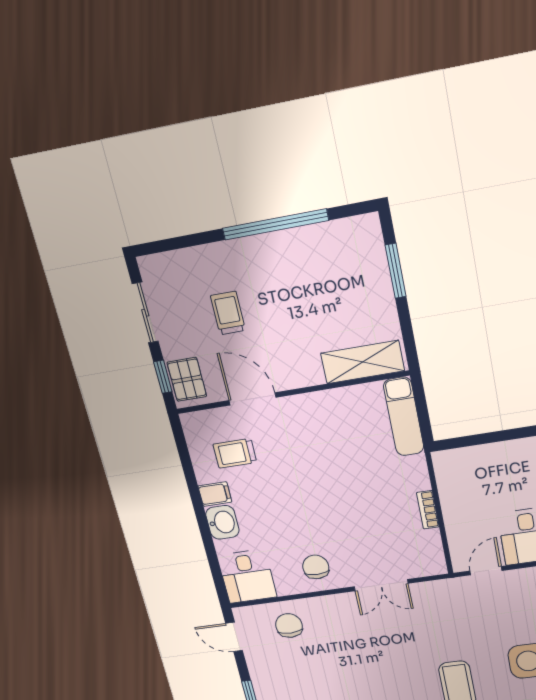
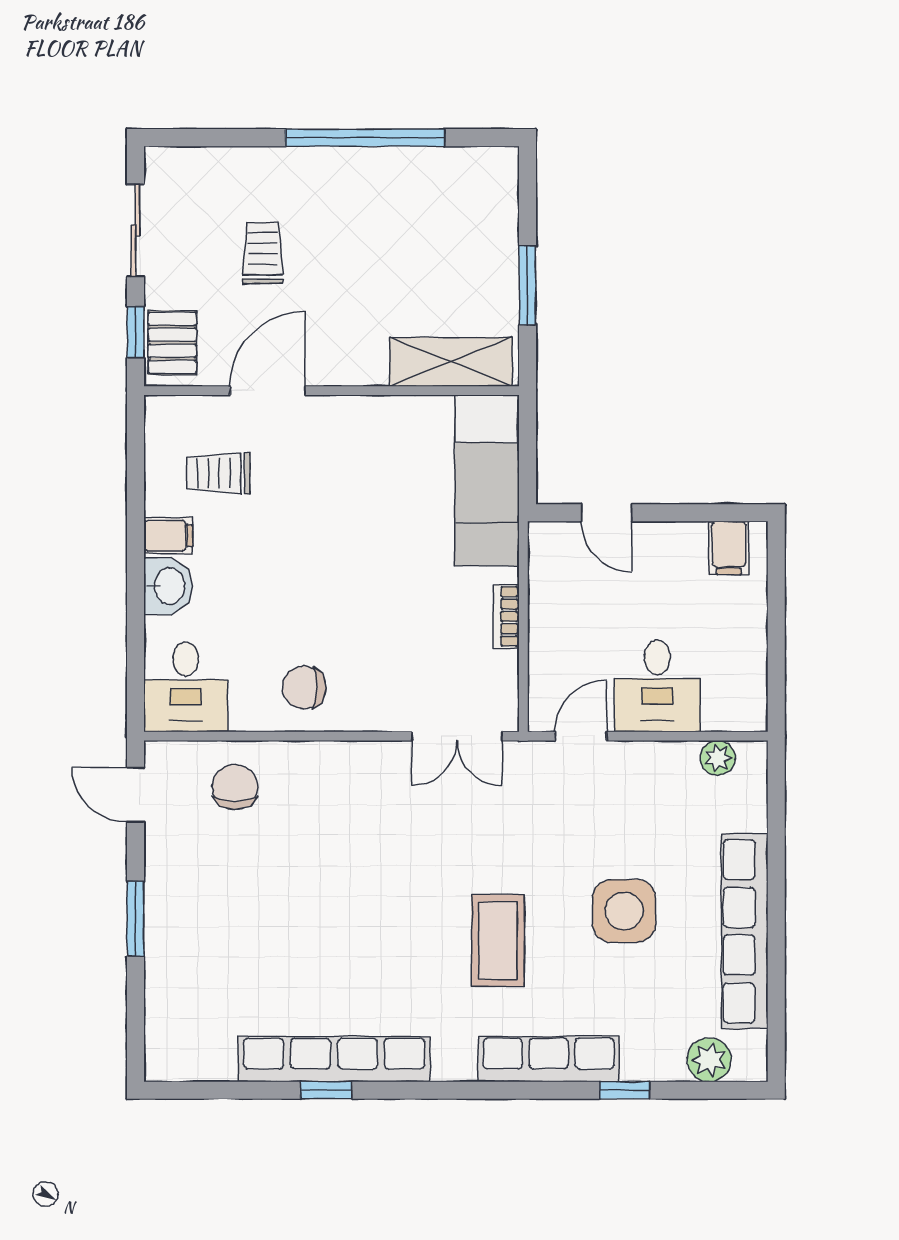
window: (396, 271) -> (528, 285), moved
door: (252, 399) -> (268, 391), hinge flipped
exam couch: (404, 417) -> (487, 480), width x1.36, depth x1.45
door: (479, 439) -> (607, 513), added
chair: (316, 567) -> (304, 688), turned -88
double door: (381, 585) -> (457, 736), moved

